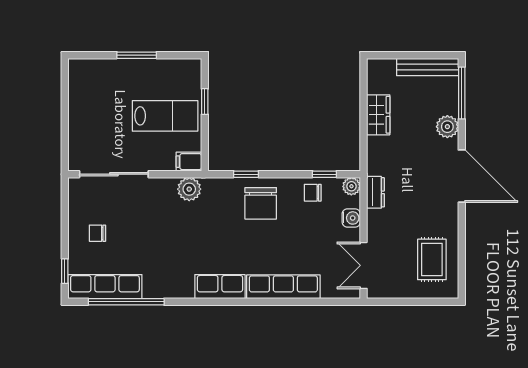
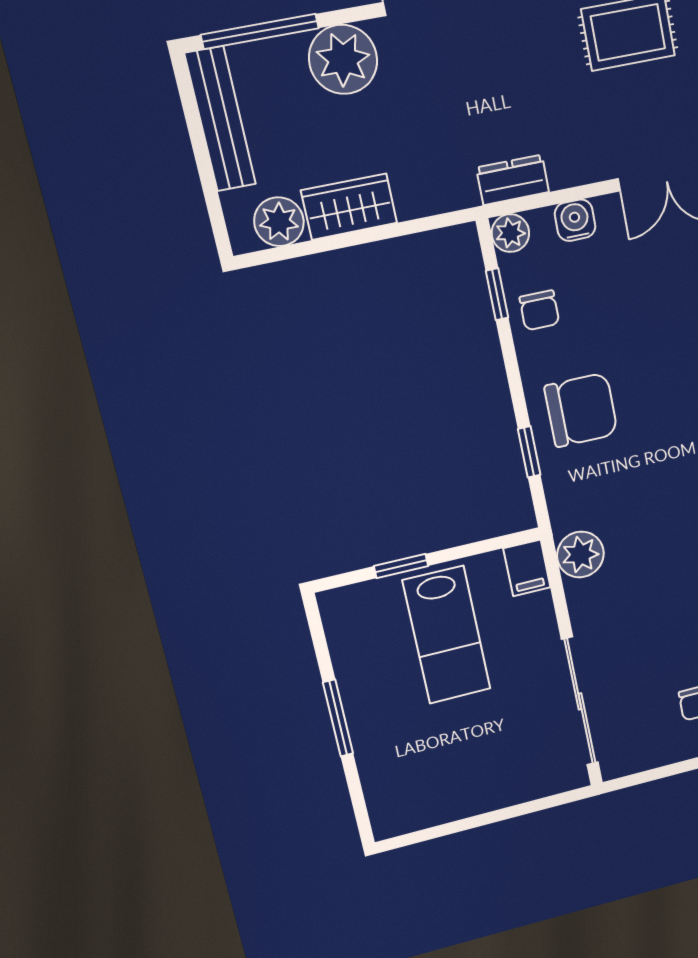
plant: (378, 82) -> (279, 222), added
lab bench: (165, 116) -> (447, 635), turned 180
plant: (447, 127) -> (343, 59), width x1.36, depth x1.36

